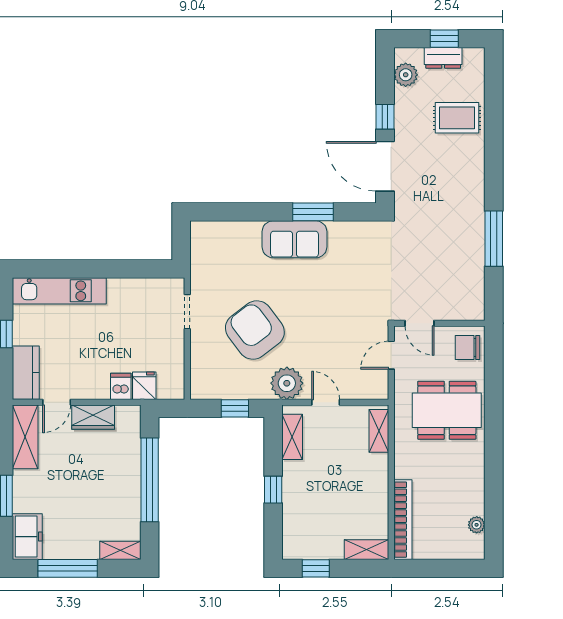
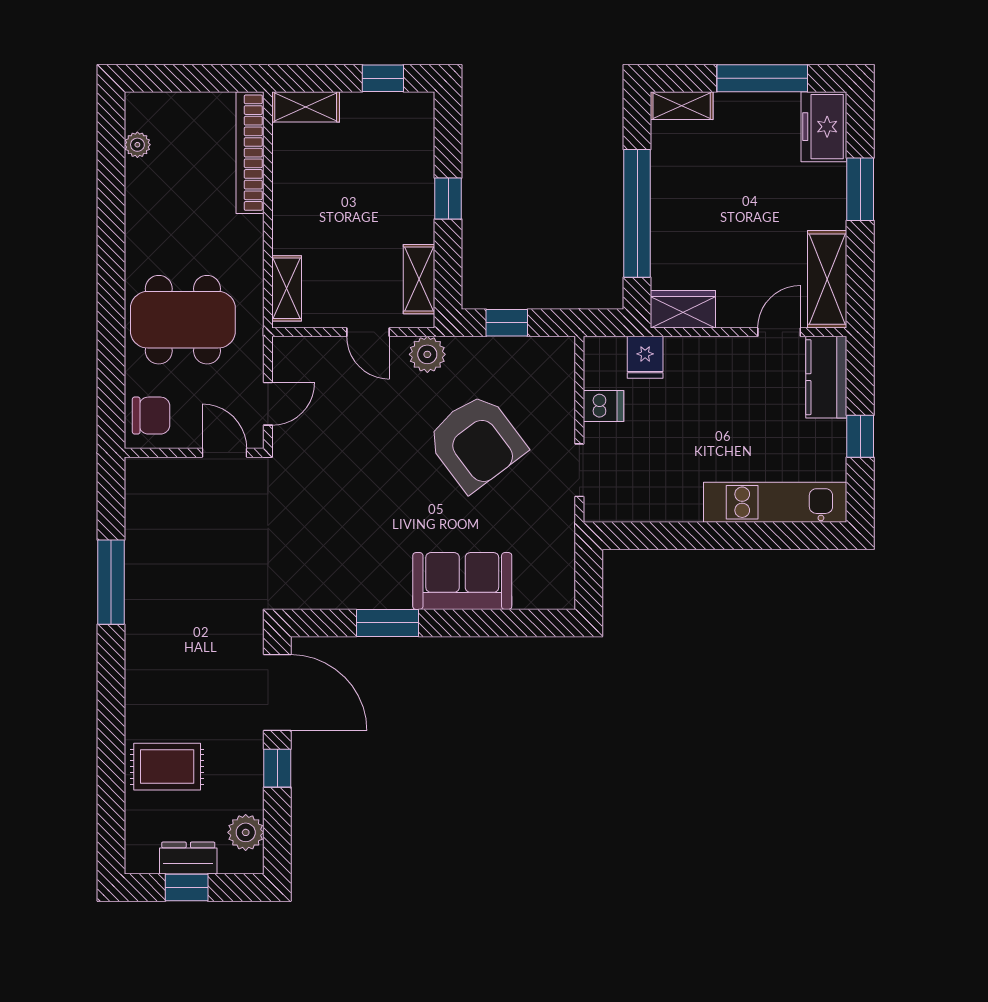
sofa: (294, 239) -> (462, 581), moved
plant: (287, 383) -> (427, 354), width x0.73, depth x0.73
dishwasher: (121, 386) -> (603, 406), moved, turned -90
wardrobe: (93, 417) -> (683, 309), moved

